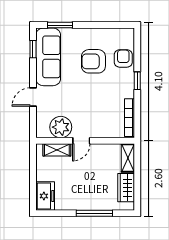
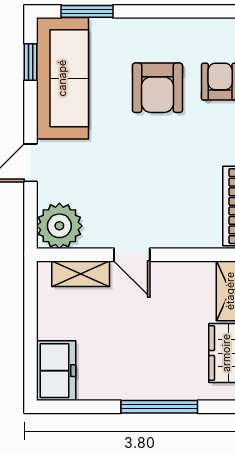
armchair: (93, 61) -> (157, 88), turned -90
plant: (61, 127) -> (59, 226), moved
door: (81, 141) -> (132, 255), hinge flipped

